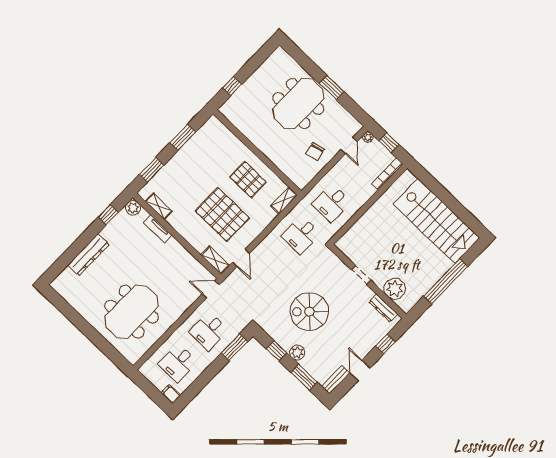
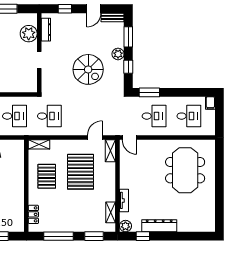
locker: (225, 134) -> (33, 214), added
window: (183, 137) -> (58, 236), width x1.44
dresser: (88, 255) -> (159, 226), moved
meeting table: (132, 312) -> (185, 170), turned 90

